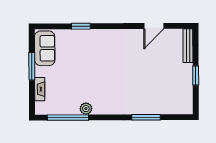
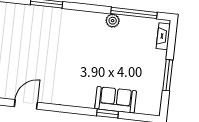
sofa: (45, 48) -> (116, 100), moved, turned 90
fireplace: (40, 89) -> (163, 36), moved

